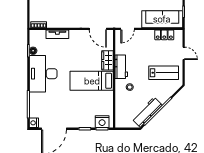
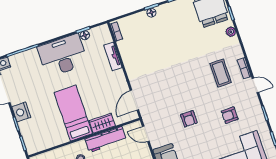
workbench: (121, 67) -> (106, 140), width x1.38
nightstand: (102, 122) -> (21, 112), moved

